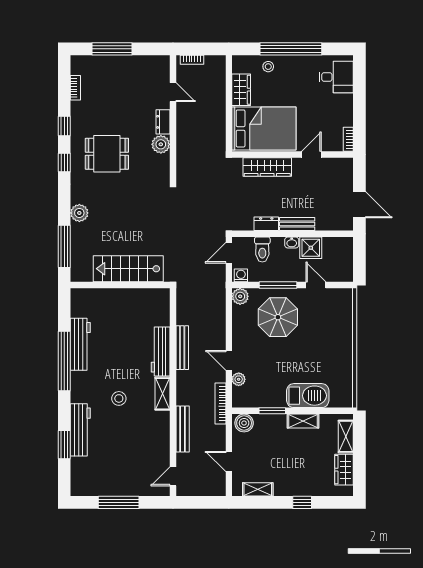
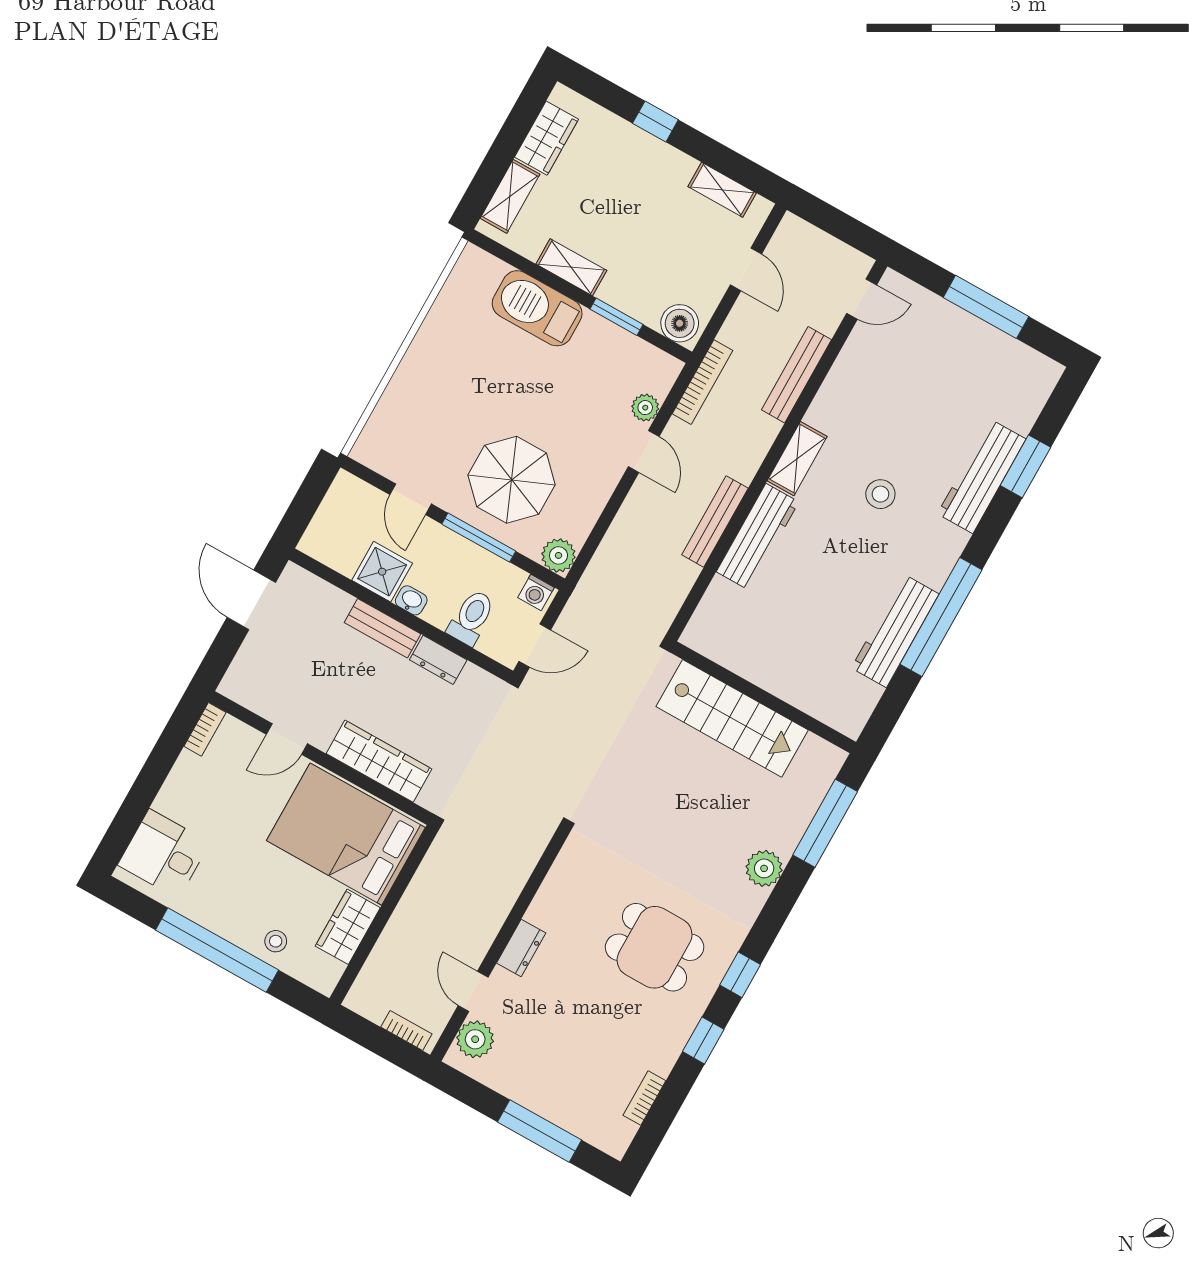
plant: (161, 144) -> (475, 1039), moved

